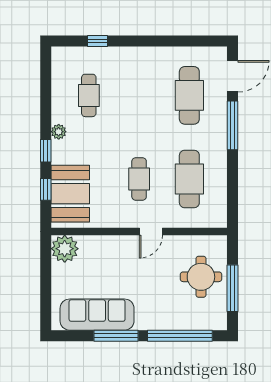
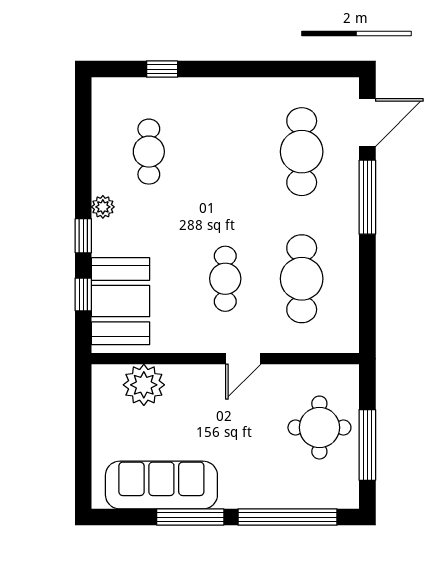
plant: (65, 249) -> (144, 385), moved

